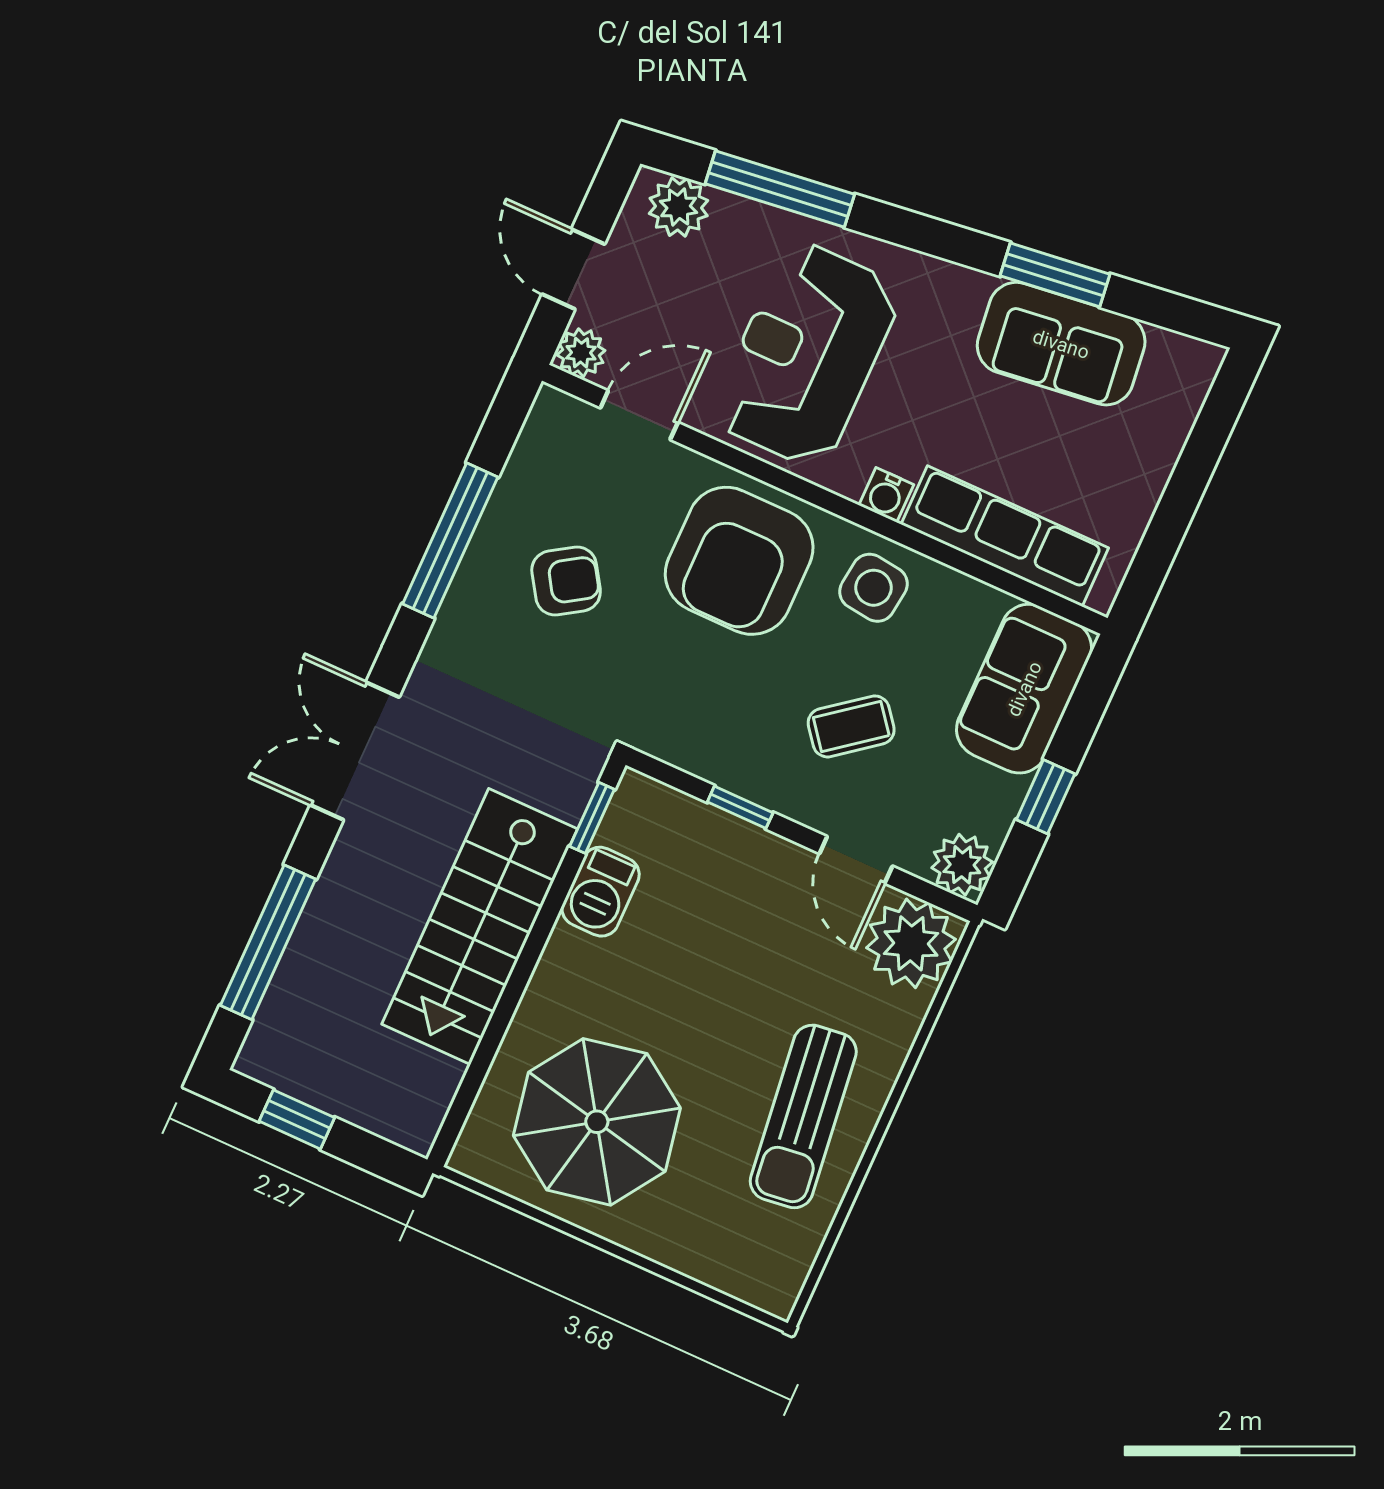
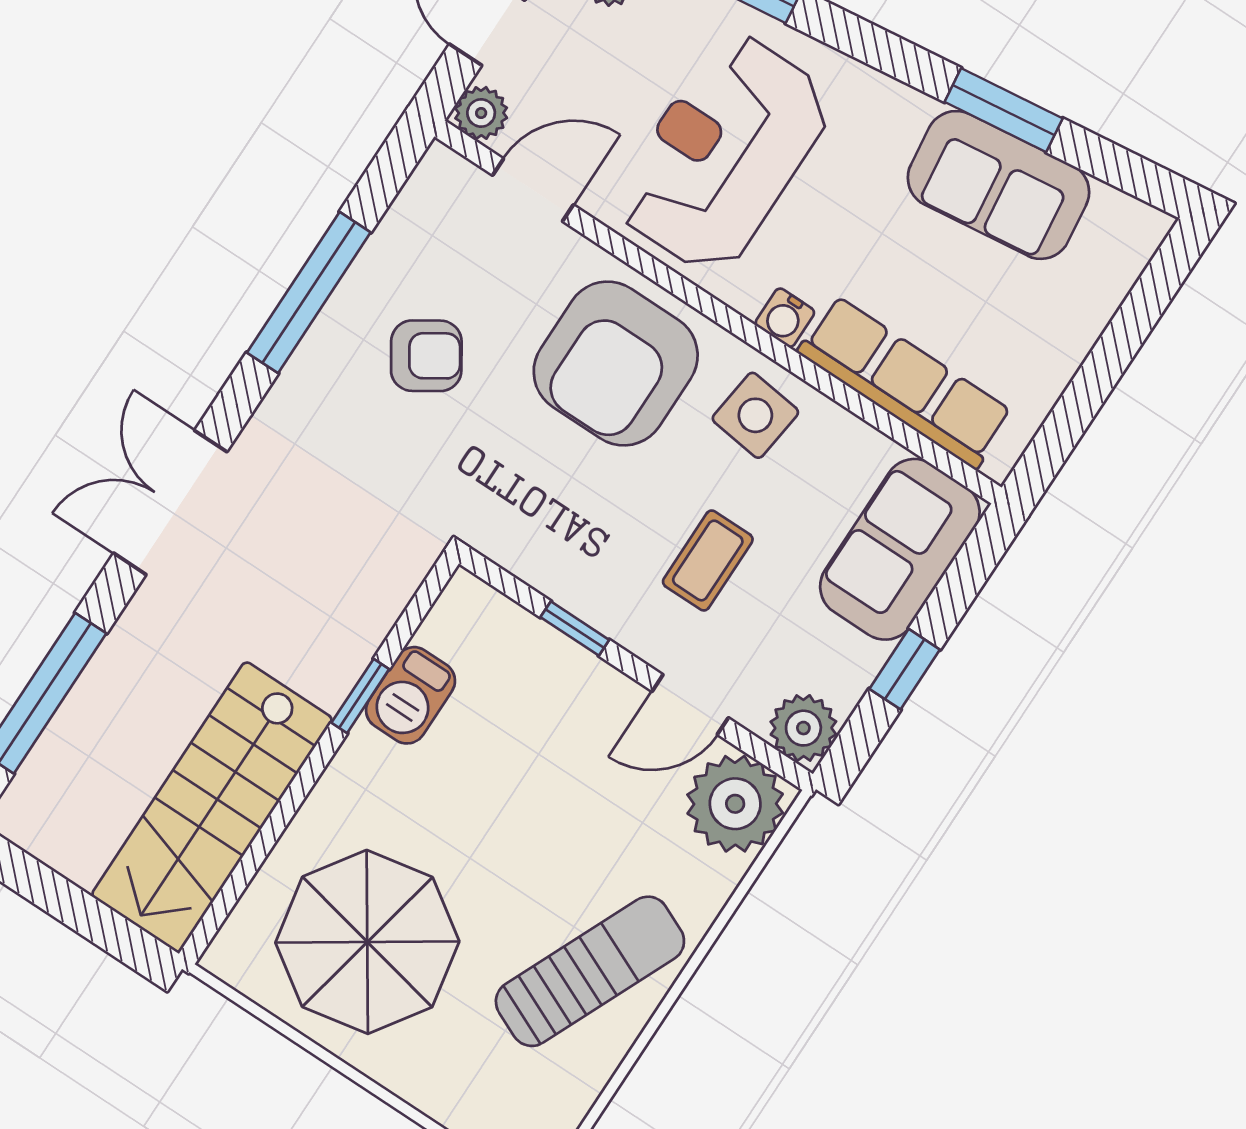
coffee table: (851, 726) -> (708, 561), turned -52
window: (592, 818) -> (360, 696), moved
door: (856, 860) -> (690, 705), hinge flipped
stairs: (480, 926) -> (212, 807), moved
sun lounger: (803, 1116) -> (590, 971), turned -149
window: (297, 1119) -> (46, 888), removed

